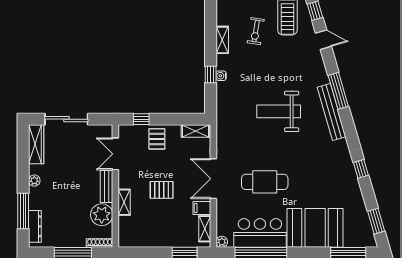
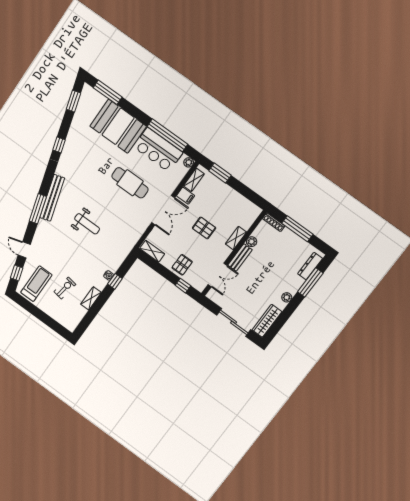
weight bench: (279, 111) -> (87, 224), width x0.73, depth x0.75
plant: (102, 215) -> (252, 242), width x0.53, depth x0.53

